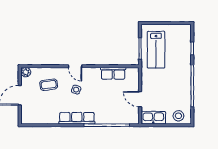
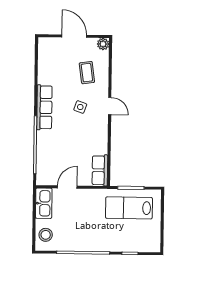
door: (75, 66) -> (110, 106), swing flipped
row of seats: (113, 73) -> (100, 170), moved

